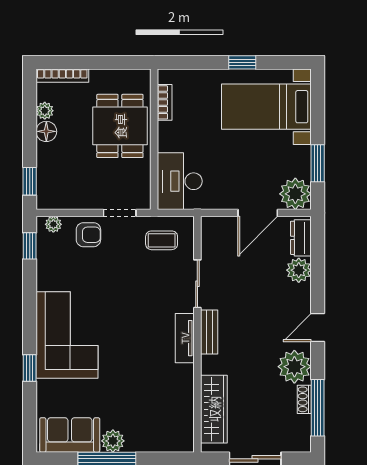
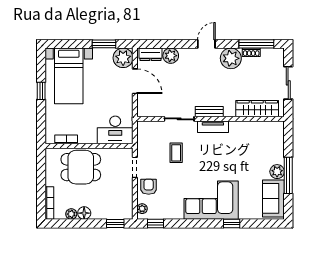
coffee table: (162, 240) -> (176, 153), moved
door: (318, 328) -> (206, 44), swing flipped

